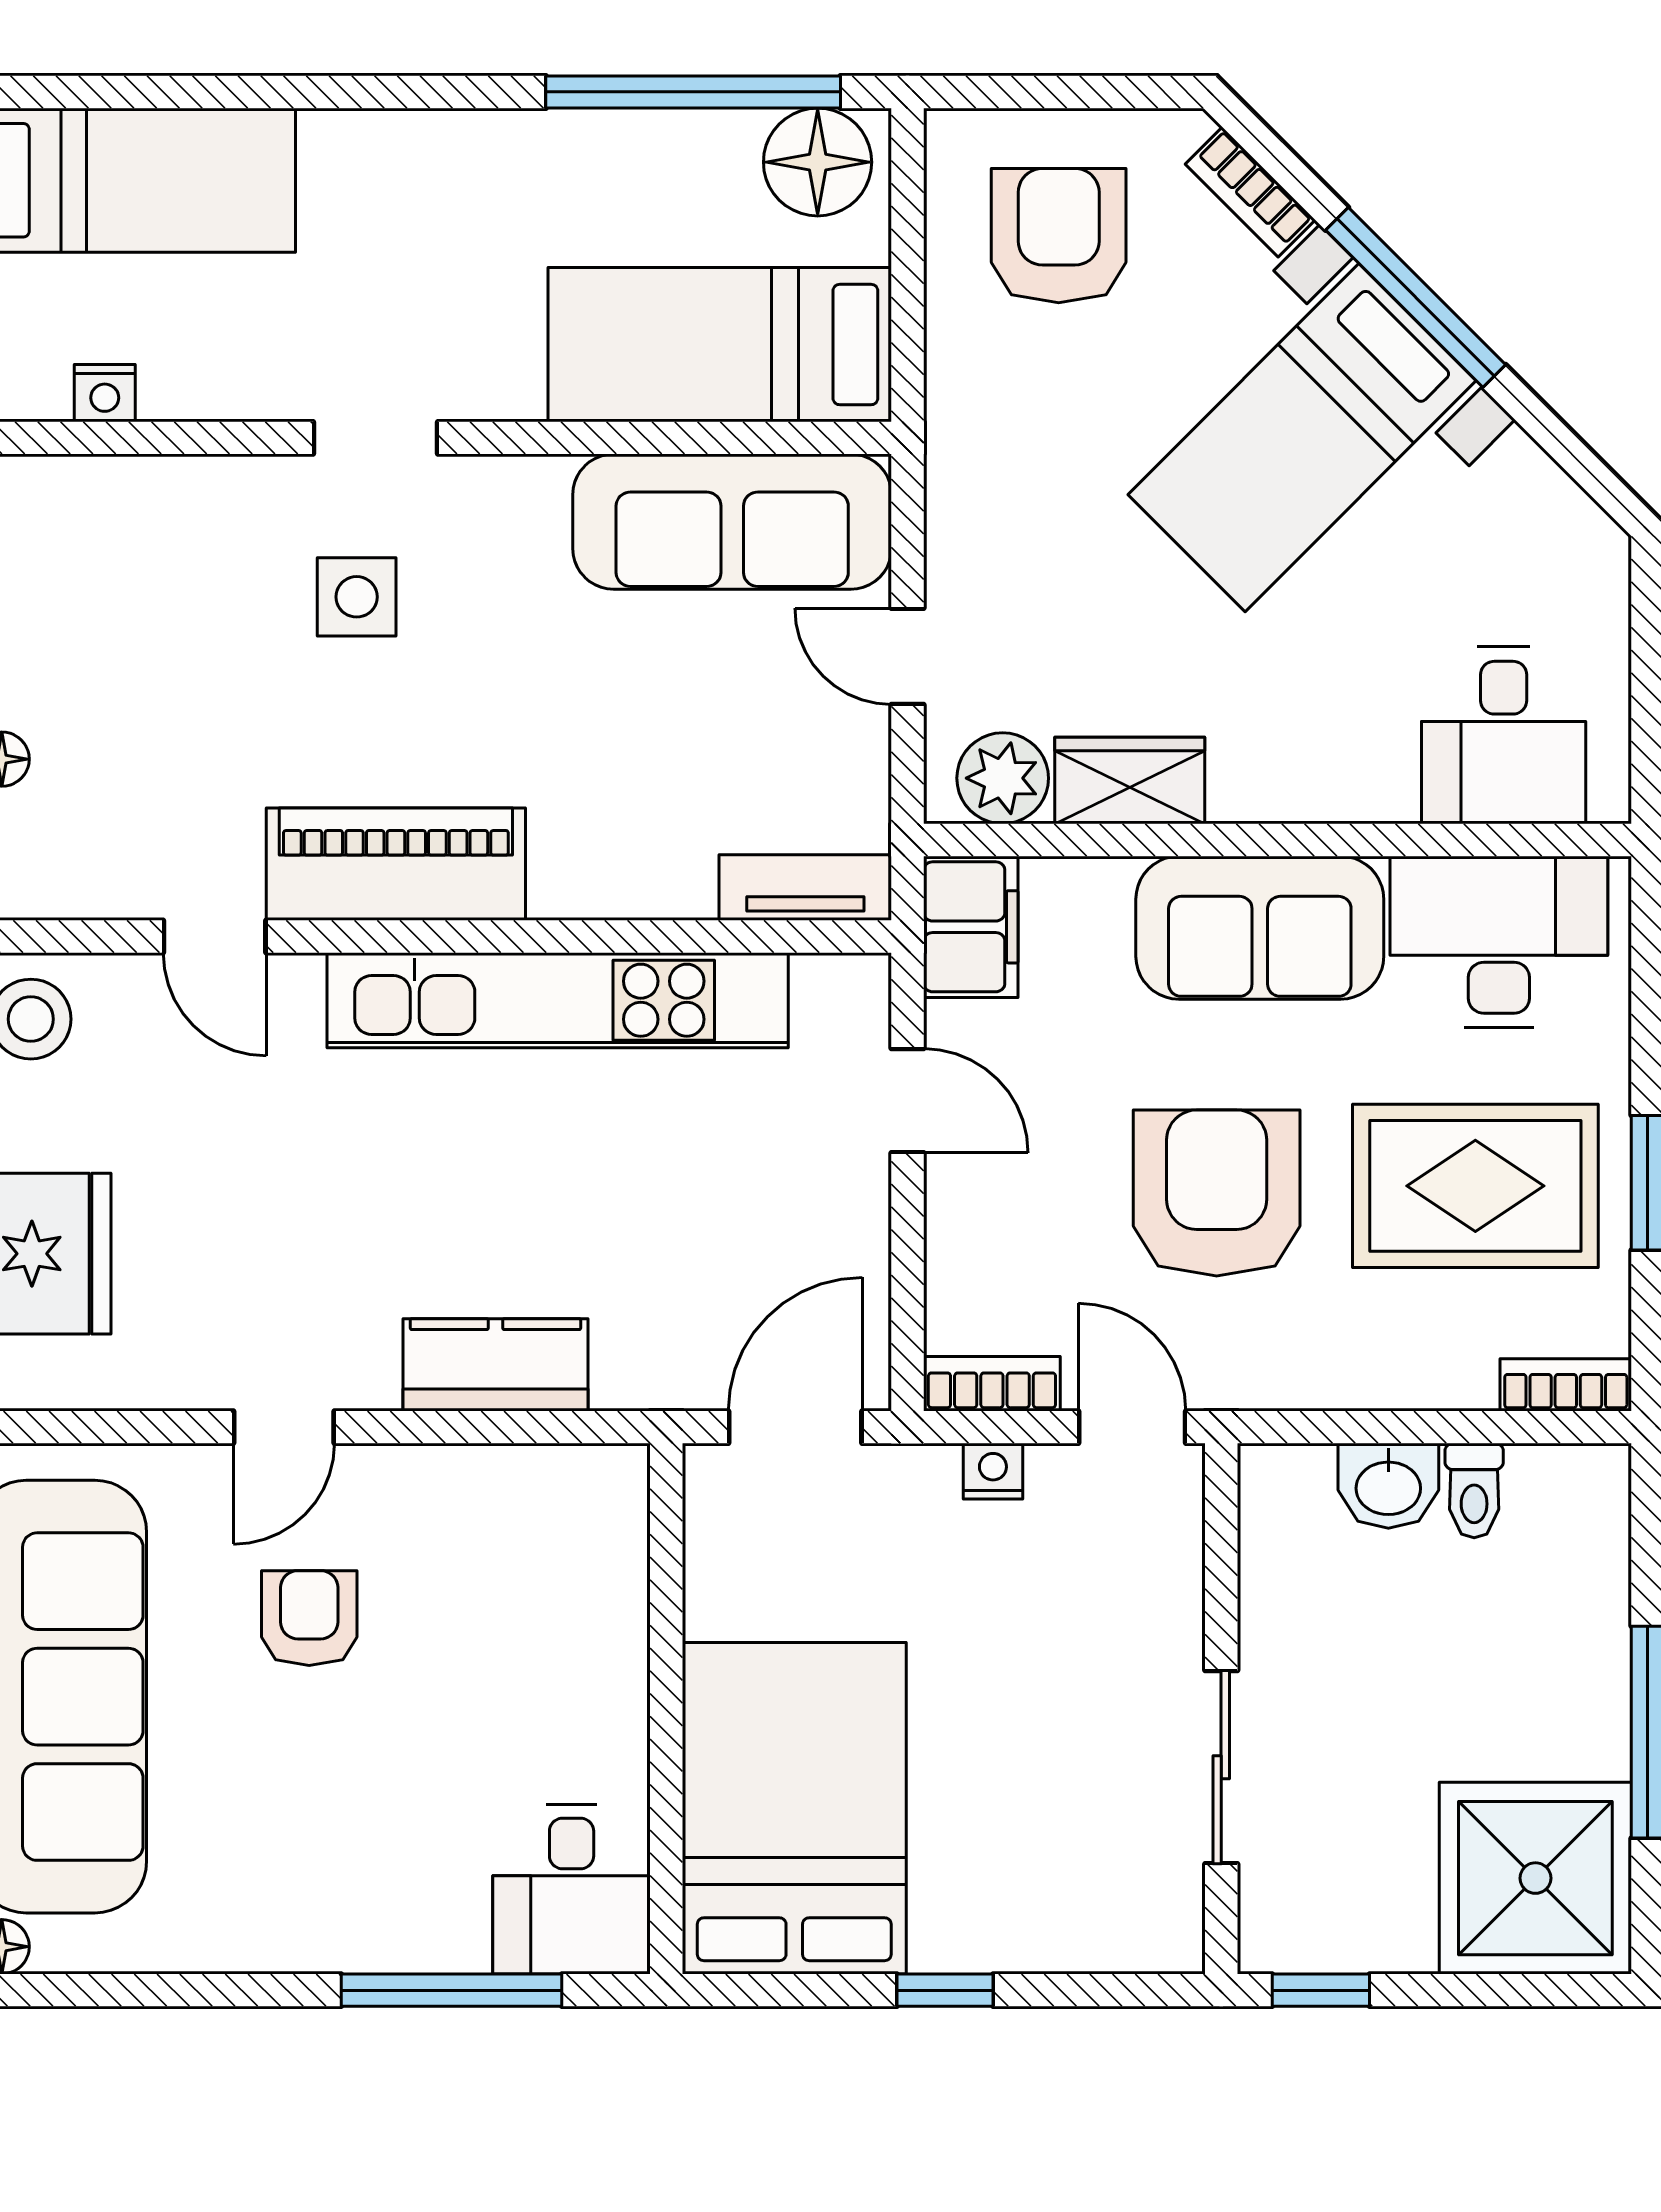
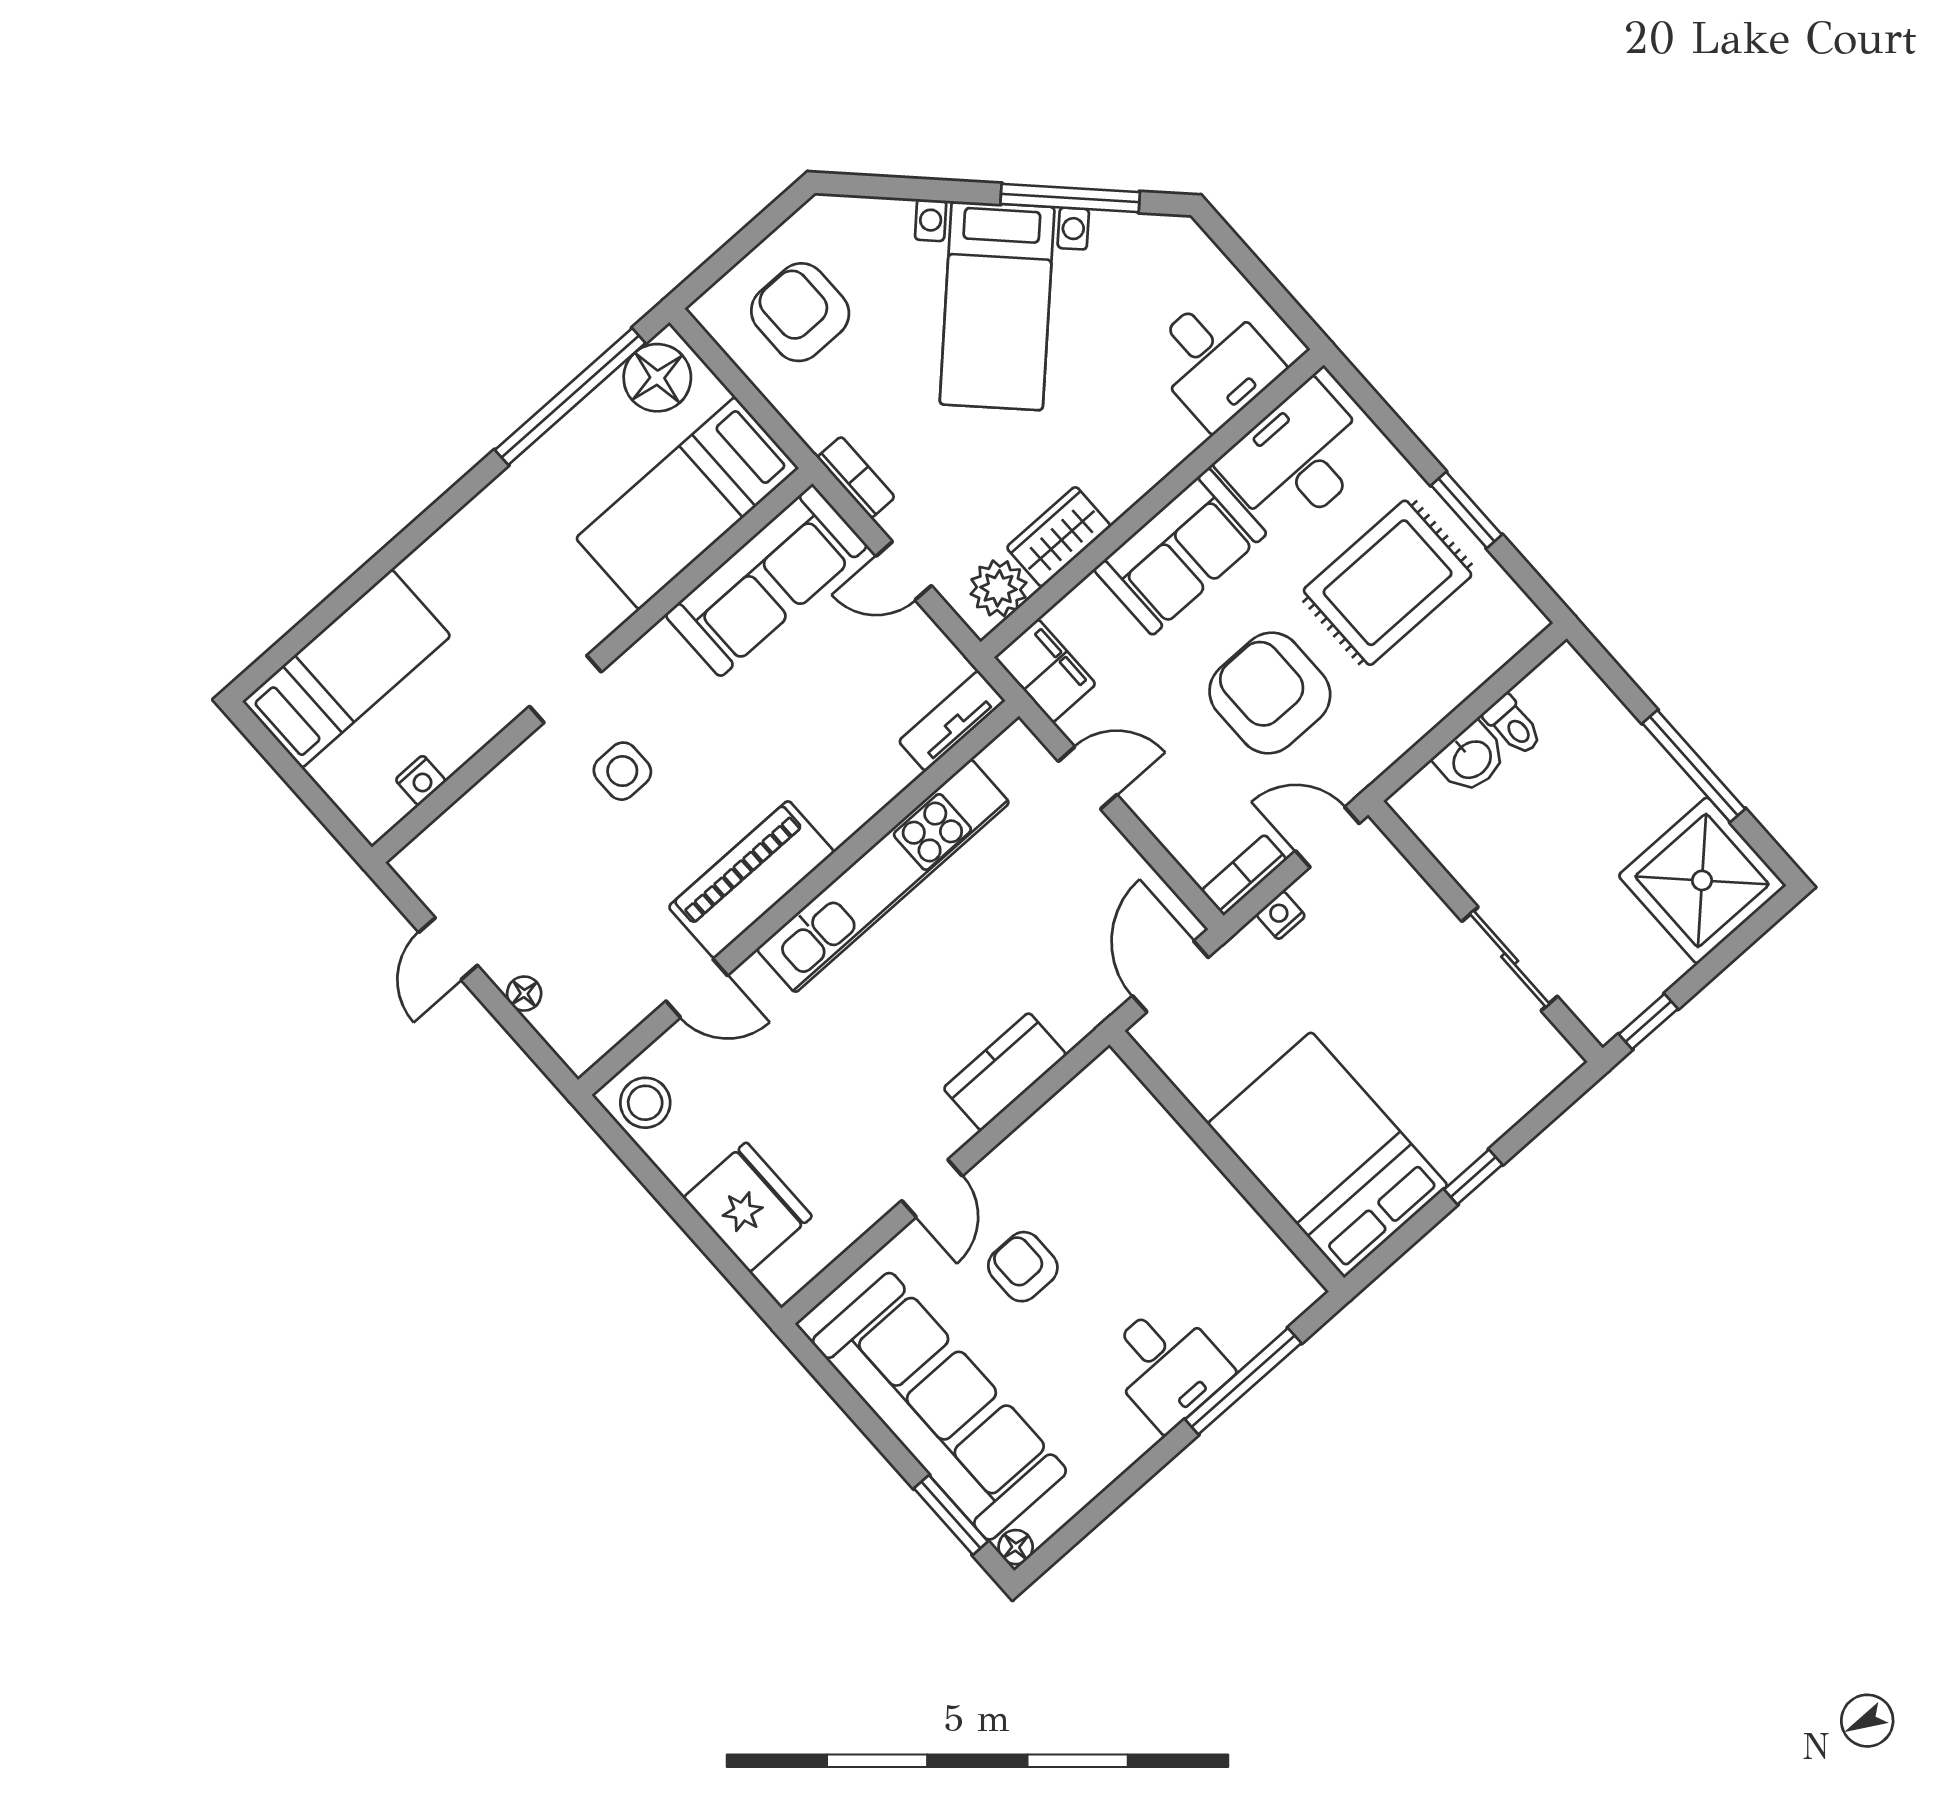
bookcase: (1250, 192) -> (856, 477), moved, turned -135
window: (1416, 297) -> (1070, 198), moved
bookcase: (1566, 1385) -> (1512, 638), removed
desk: (572, 1889) -> (1167, 1365), moved

